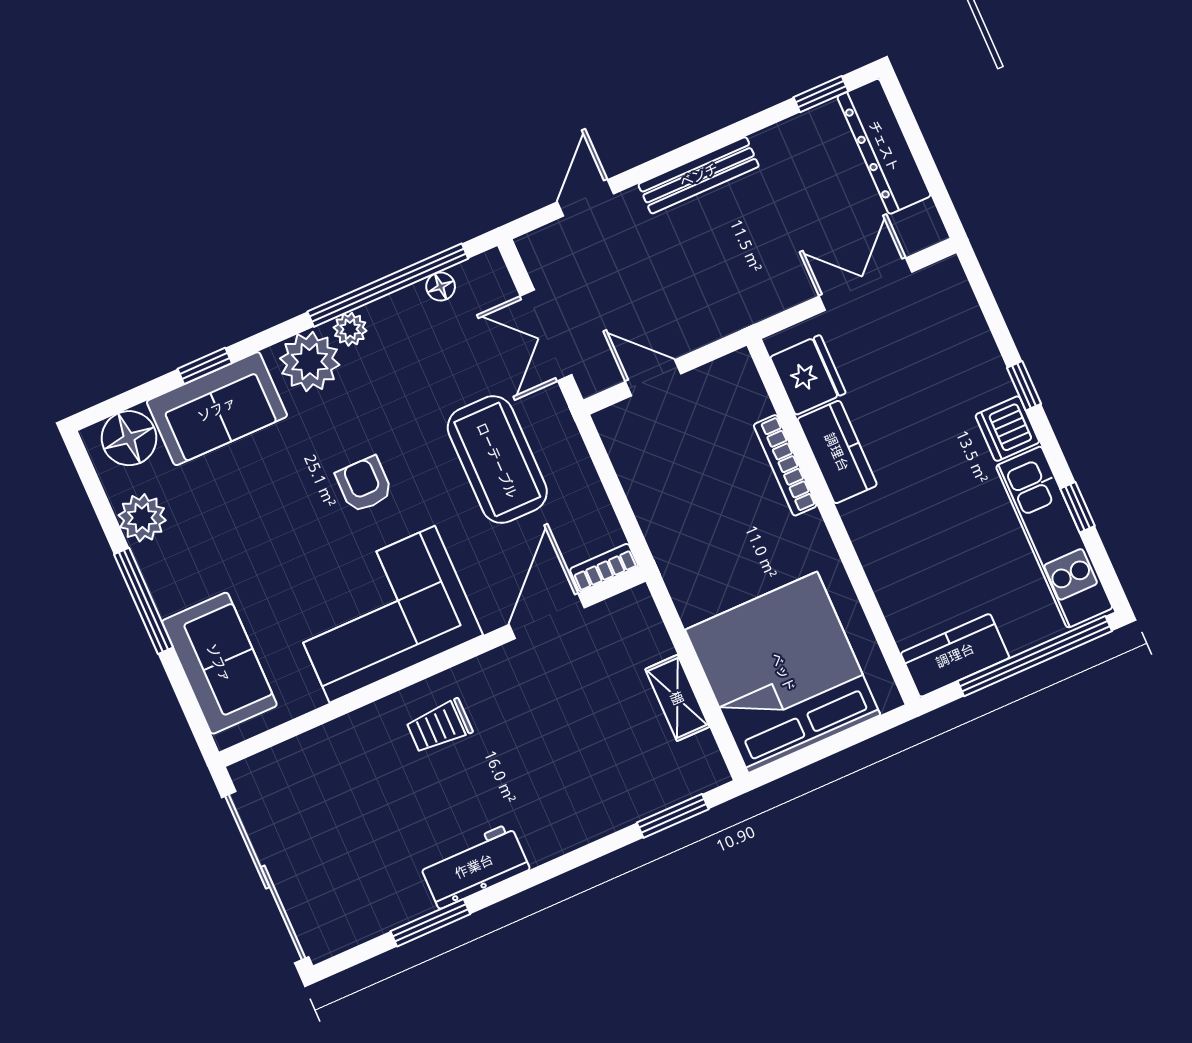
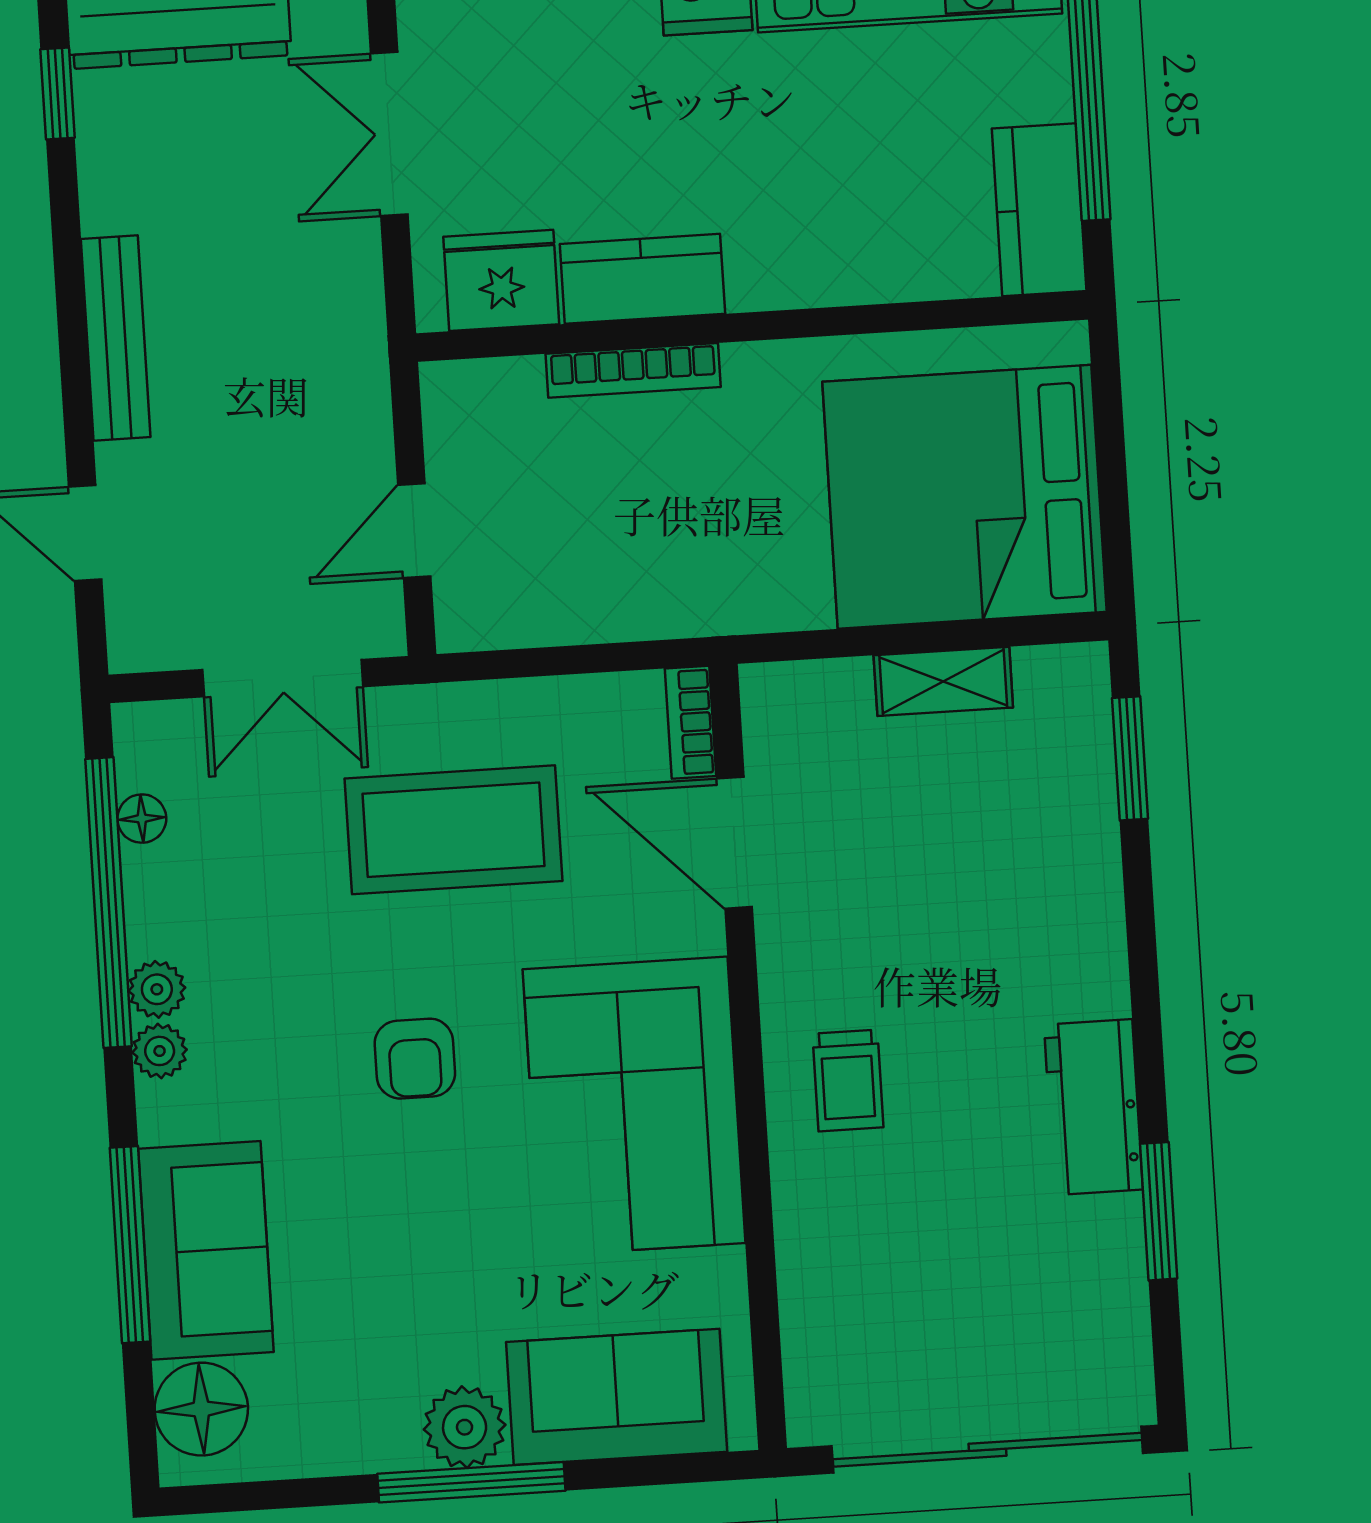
plant: (310, 362) -> (160, 1051), width x0.53, depth x0.53
window: (205, 366) -> (130, 1245), width x2.17
armchair: (364, 484) -> (415, 1059), turned -90
plant: (142, 518) -> (465, 1427), moved

